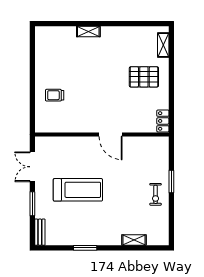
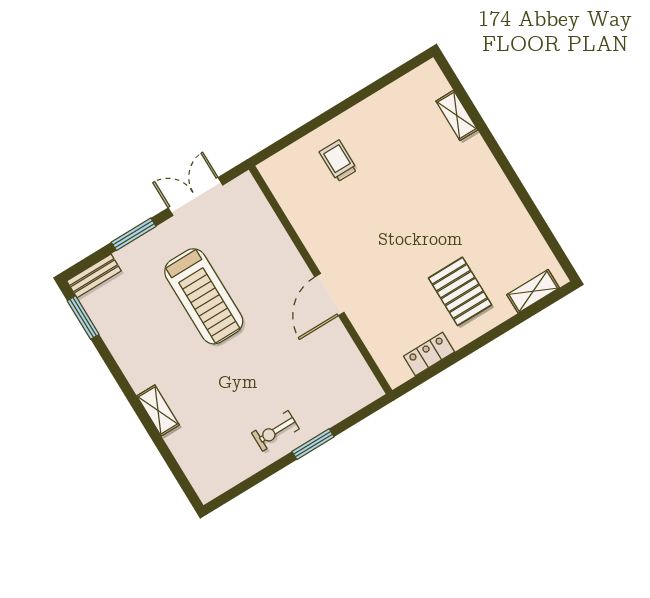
shelving: (88, 32) -> (457, 115), moved
locker: (163, 121) -> (429, 354), moved
shelving: (134, 240) -> (158, 410), moved
window: (85, 248) -> (83, 318), moved

